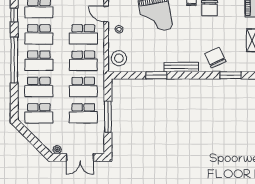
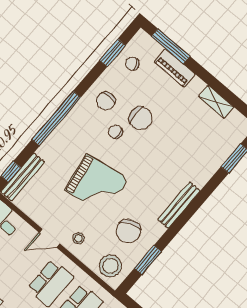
chair: (215, 58) -> (128, 231), moved, turned -88
window: (156, 75) -> (148, 260), moved

